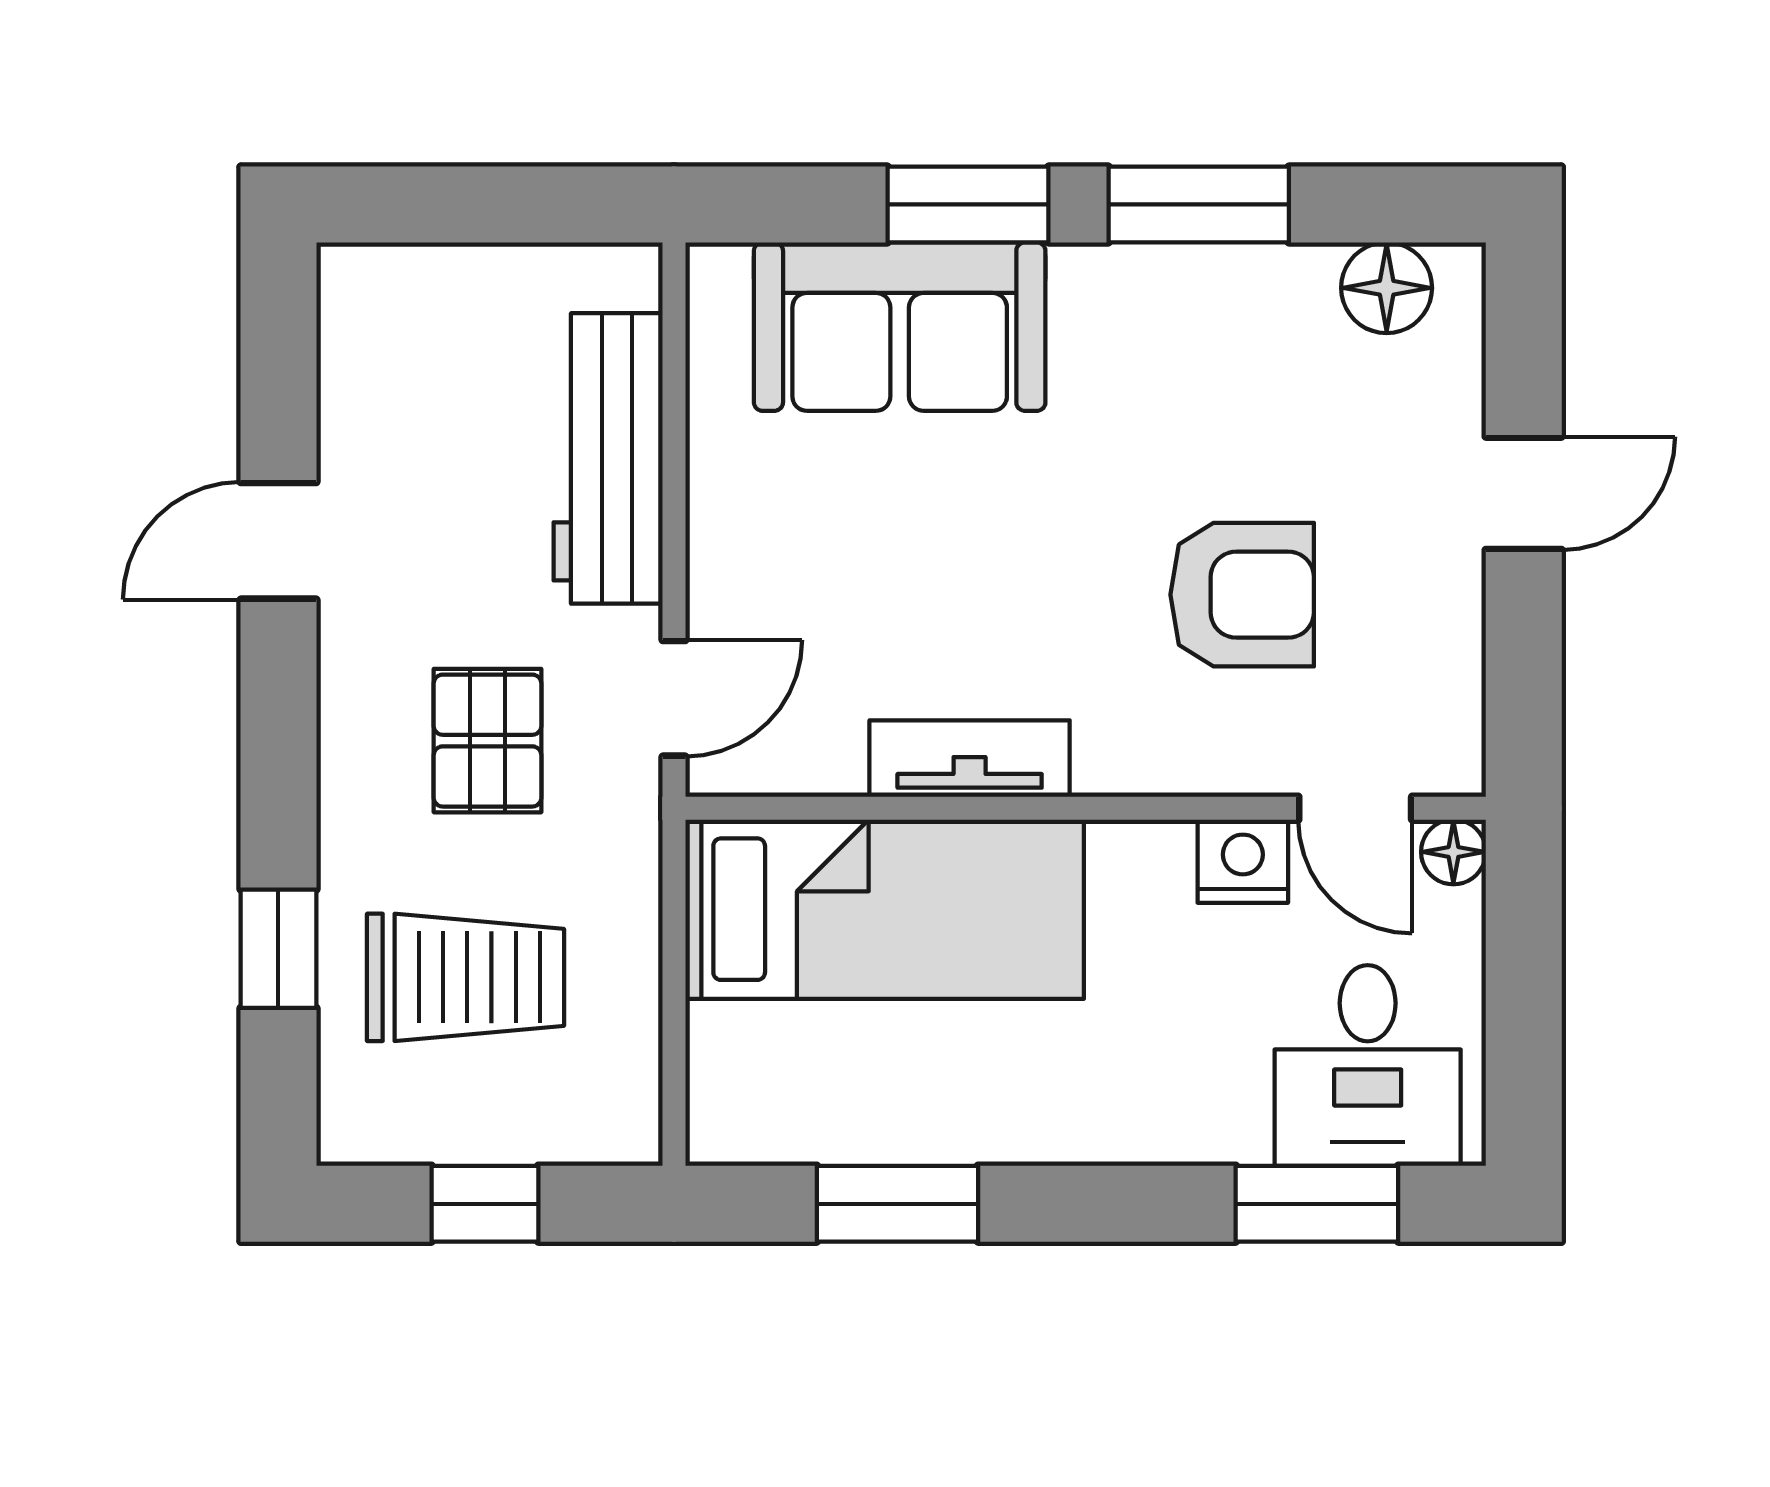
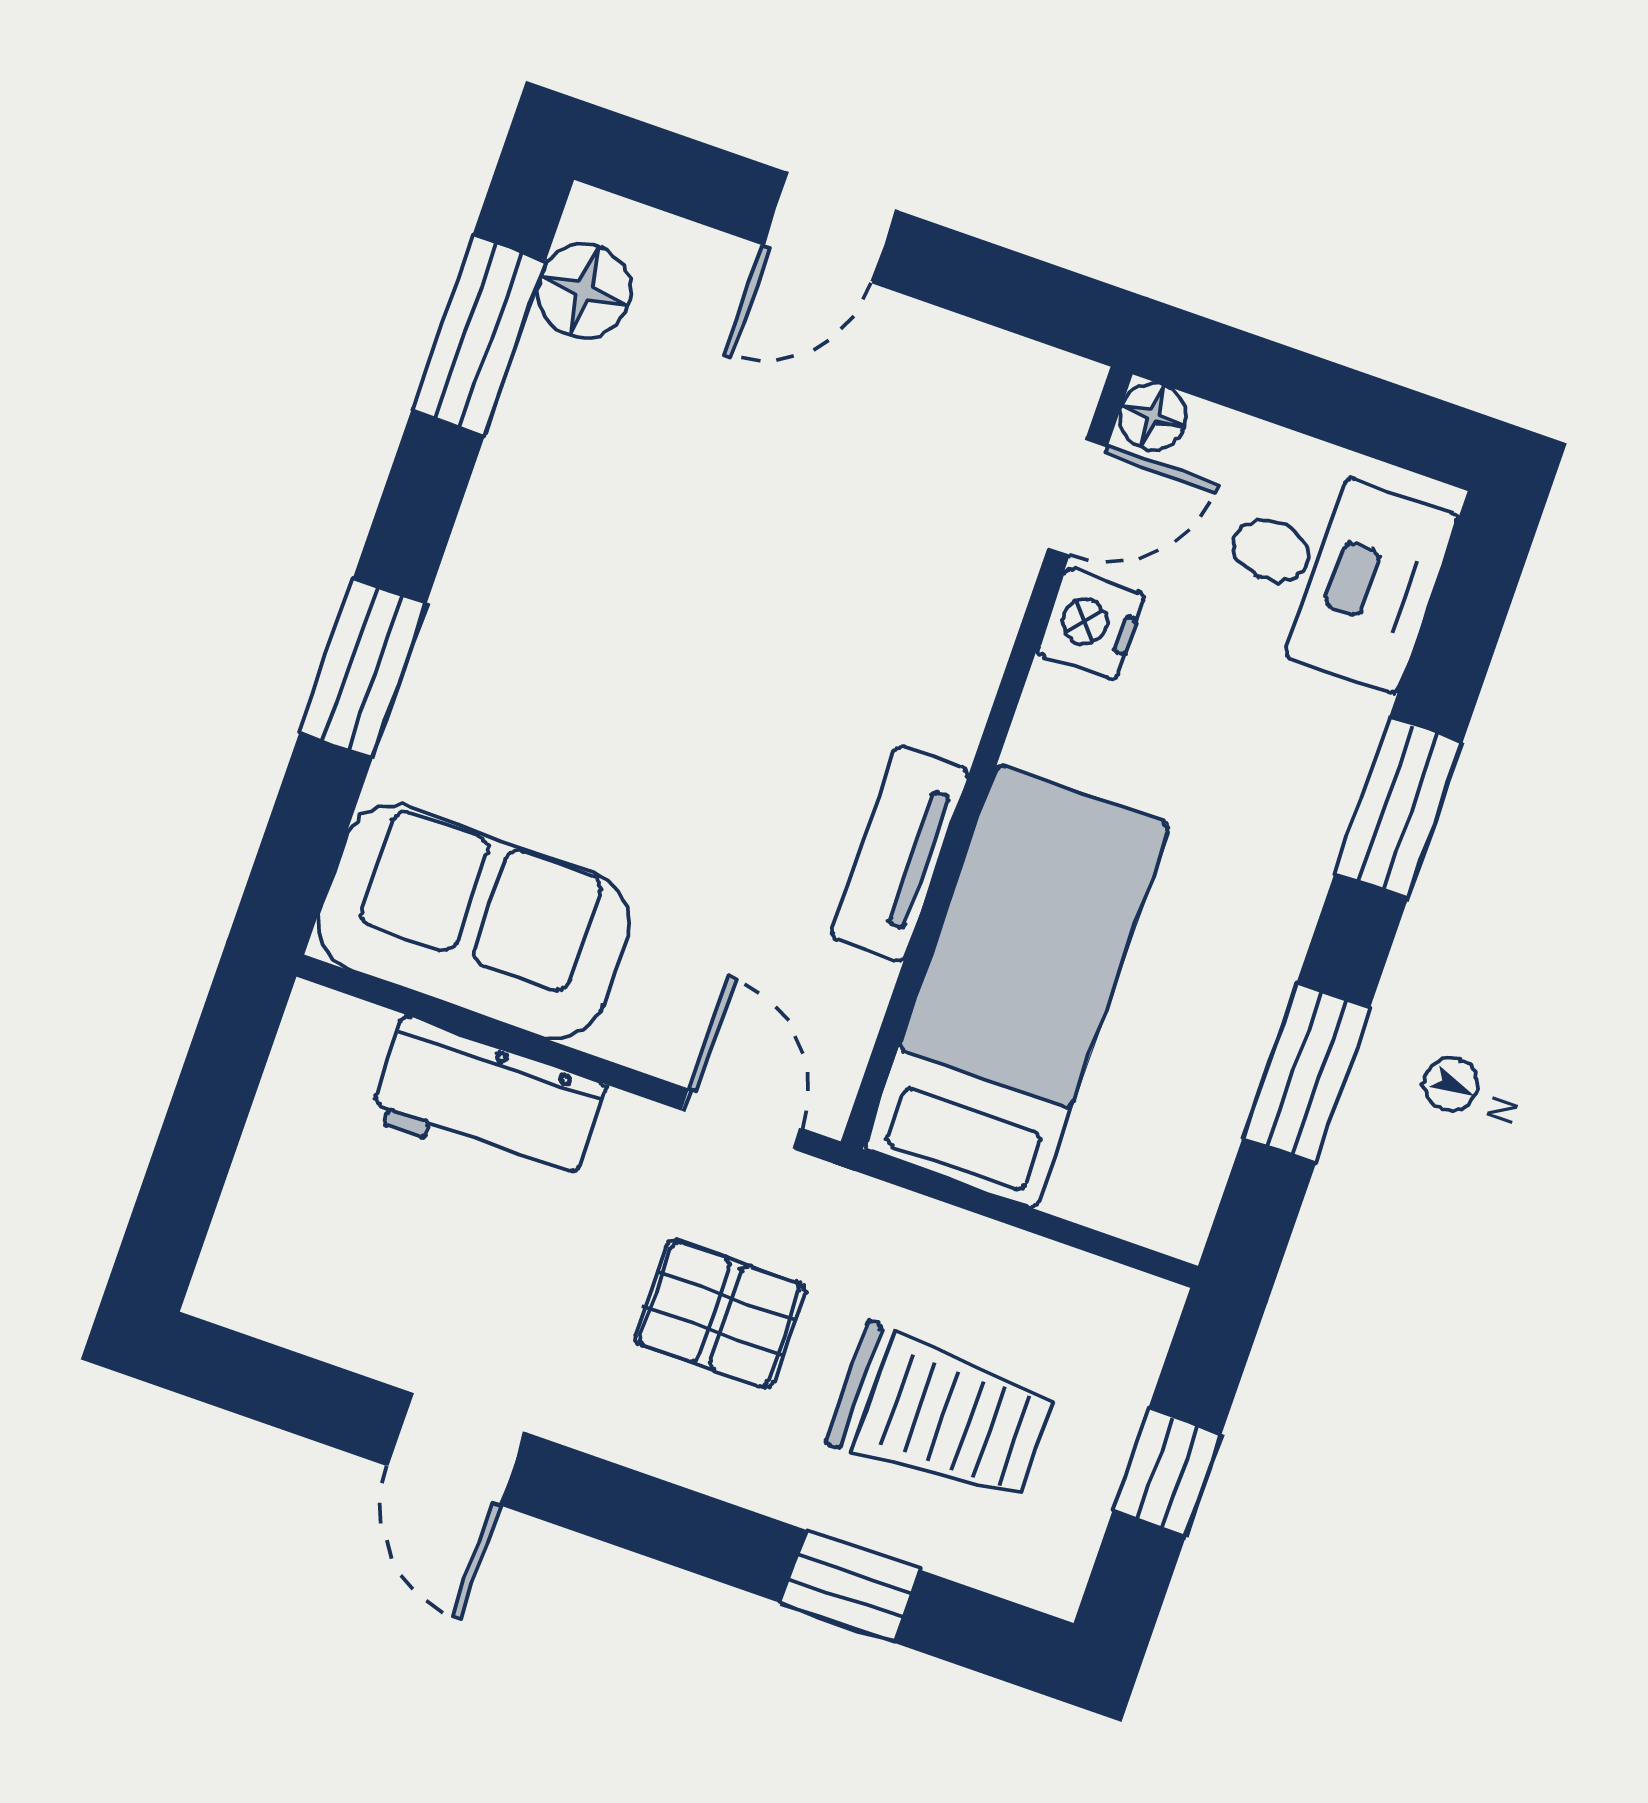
window: (1199, 204) -> (479, 335), moved
sofa: (900, 327) -> (474, 922), moved, turned -90
workbench: (608, 458) -> (487, 1102), width x0.73
door: (1524, 493) -> (830, 228), swing flipped
armchair: (1242, 595) -> (833, 534), removed
trolley: (465, 977) -> (941, 1415), turned 90
window: (1317, 1204) -> (1398, 808), moved

